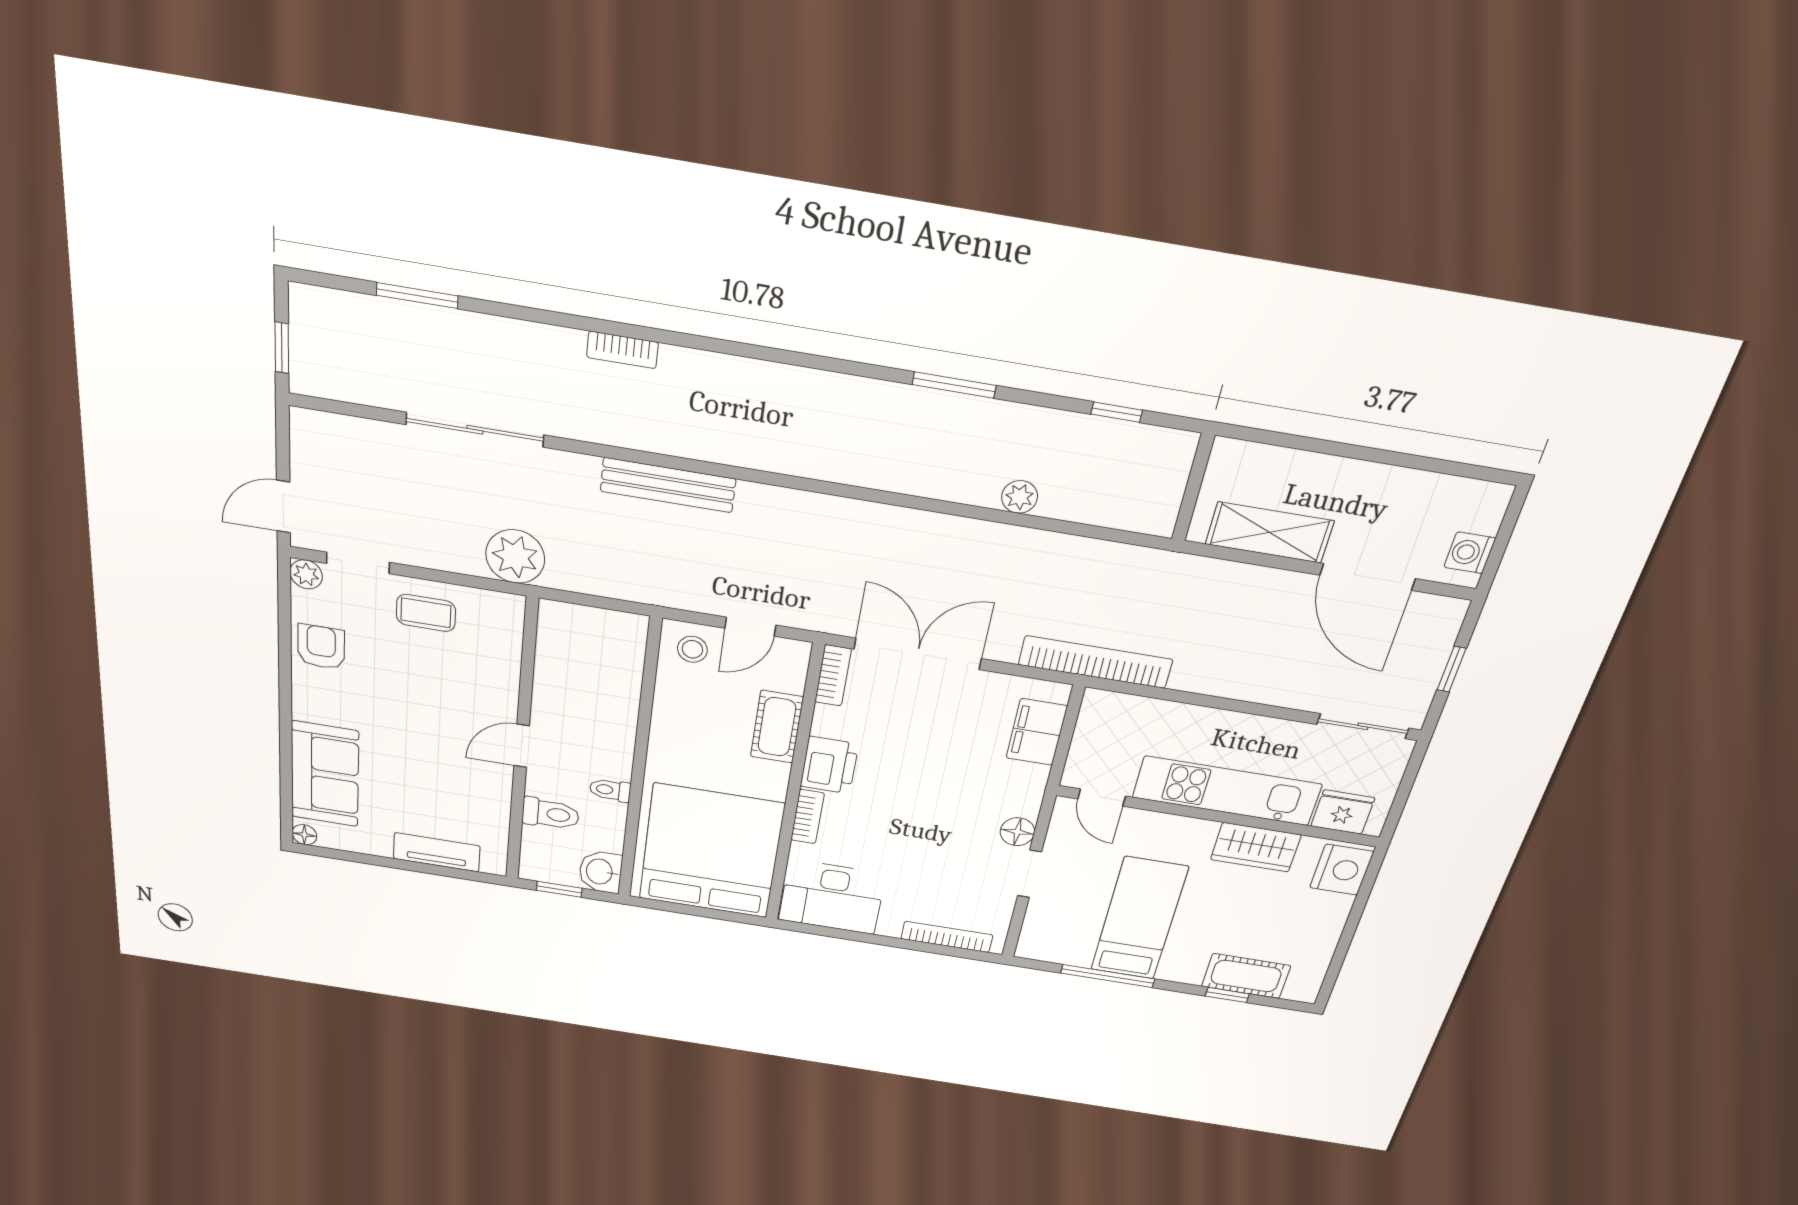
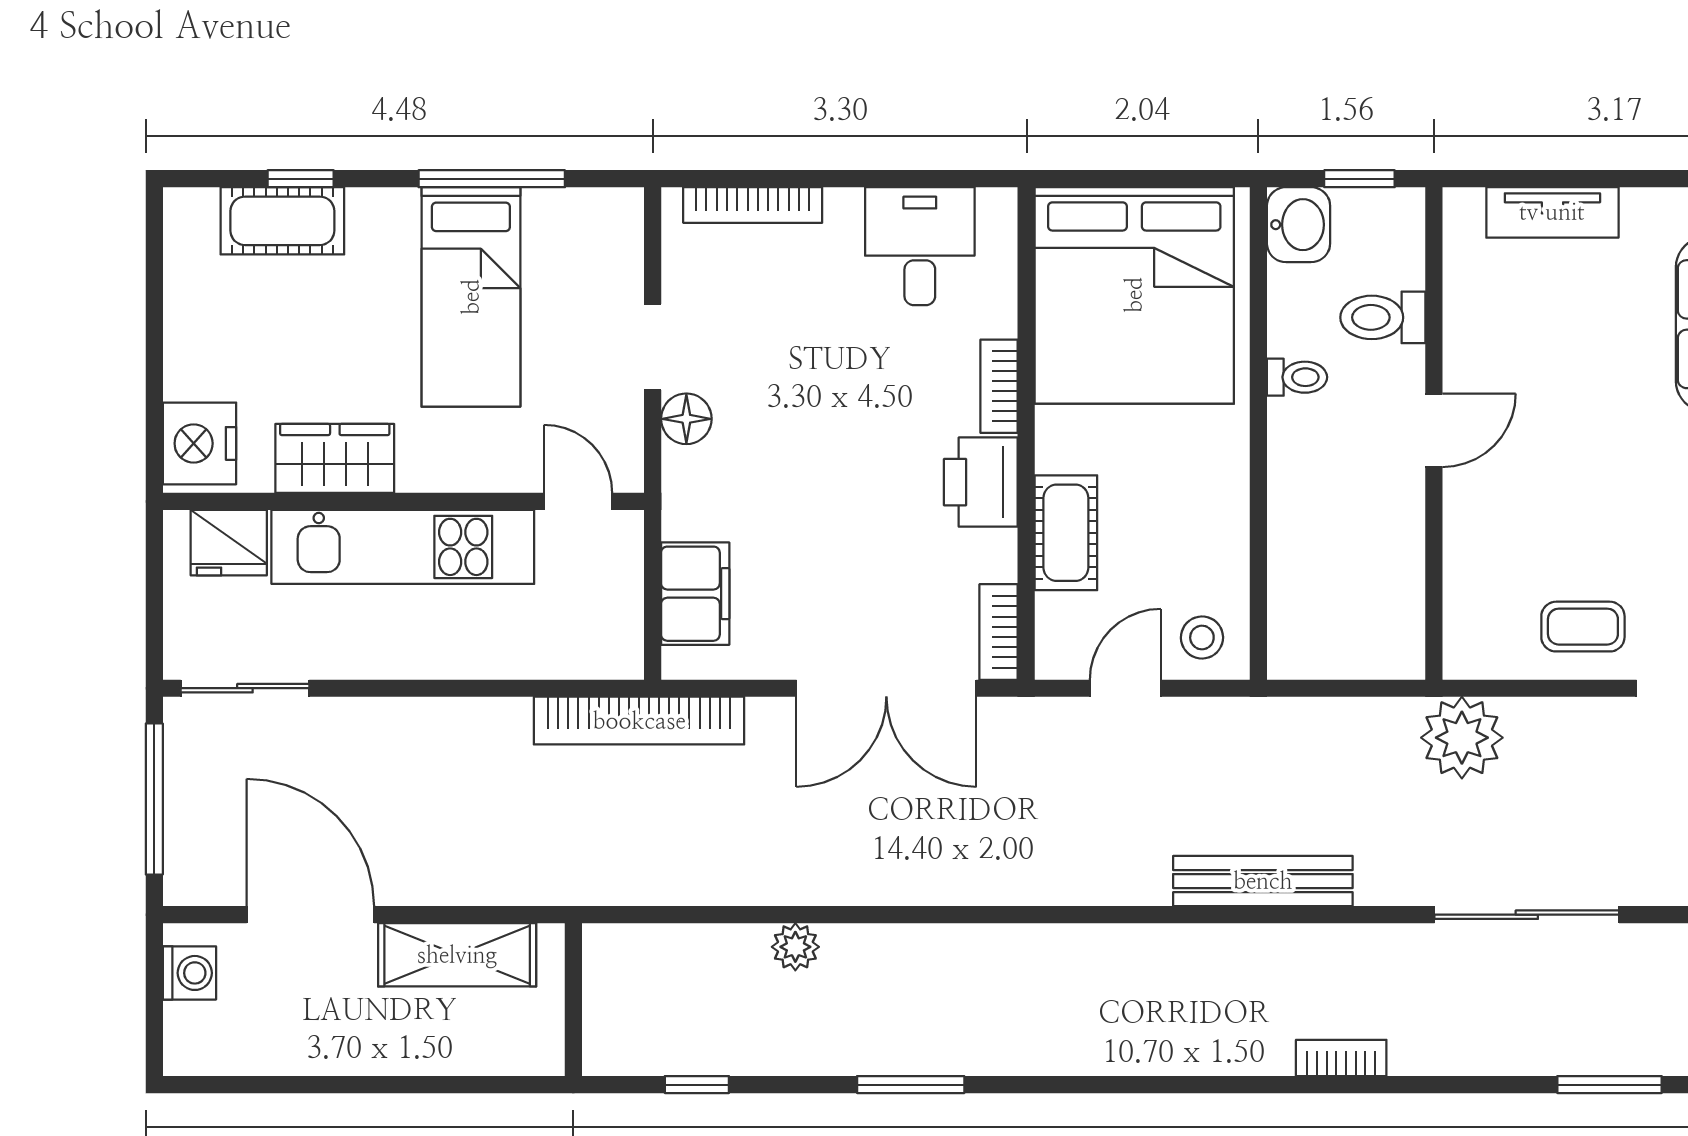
window: (1452, 669) -> (154, 799), width x2.17
desk: (832, 897) -> (920, 246), width x0.73

